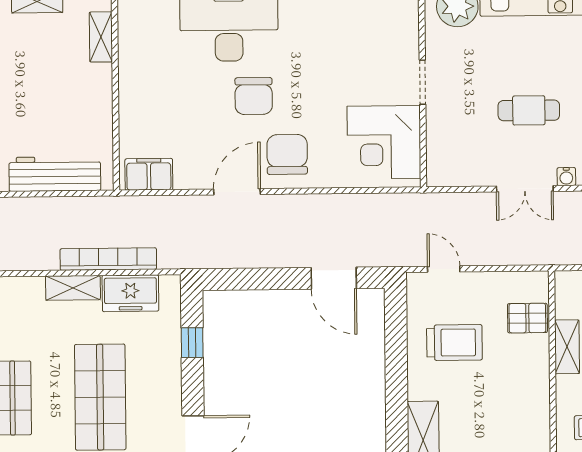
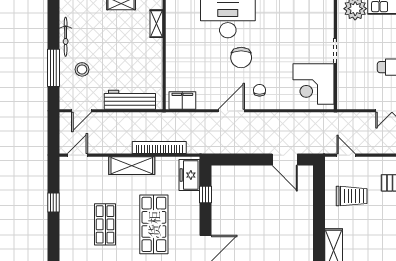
chair: (287, 154) -> (260, 90), width x0.54, depth x0.54
shelving: (73, 288) -> (132, 166), width x1.50, depth x1.33
freezer: (130, 293) -> (189, 175), moved, turned 90

